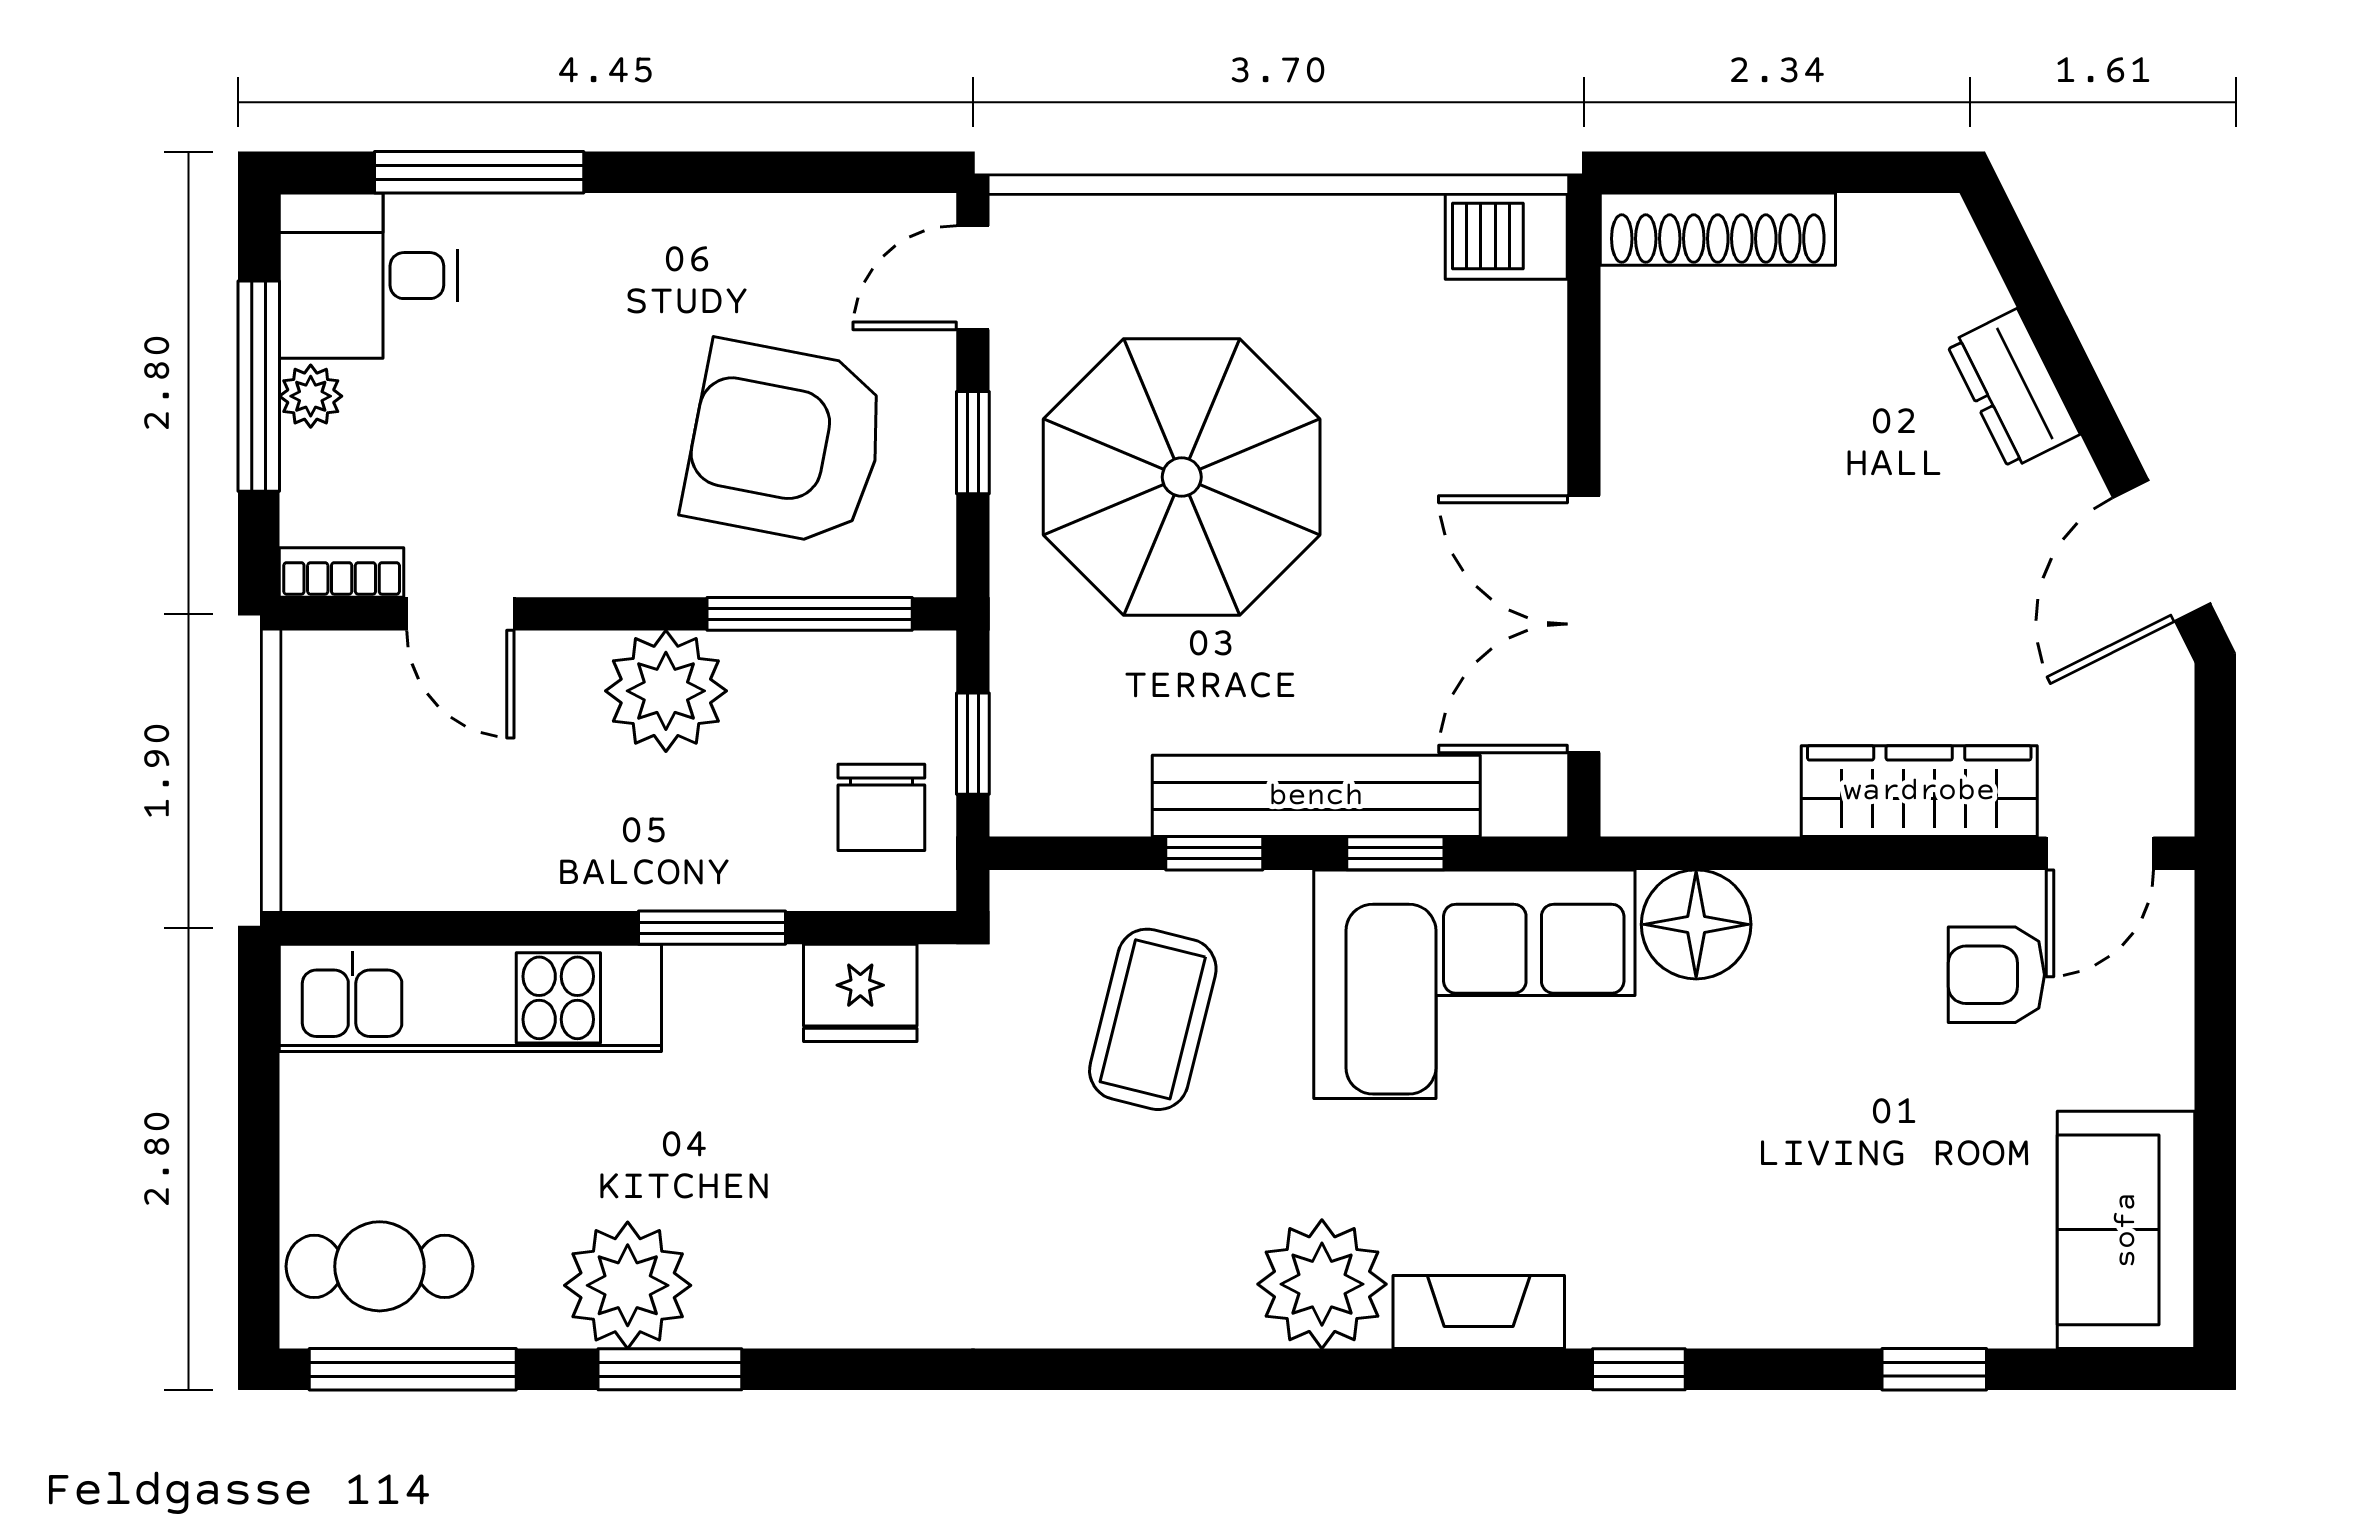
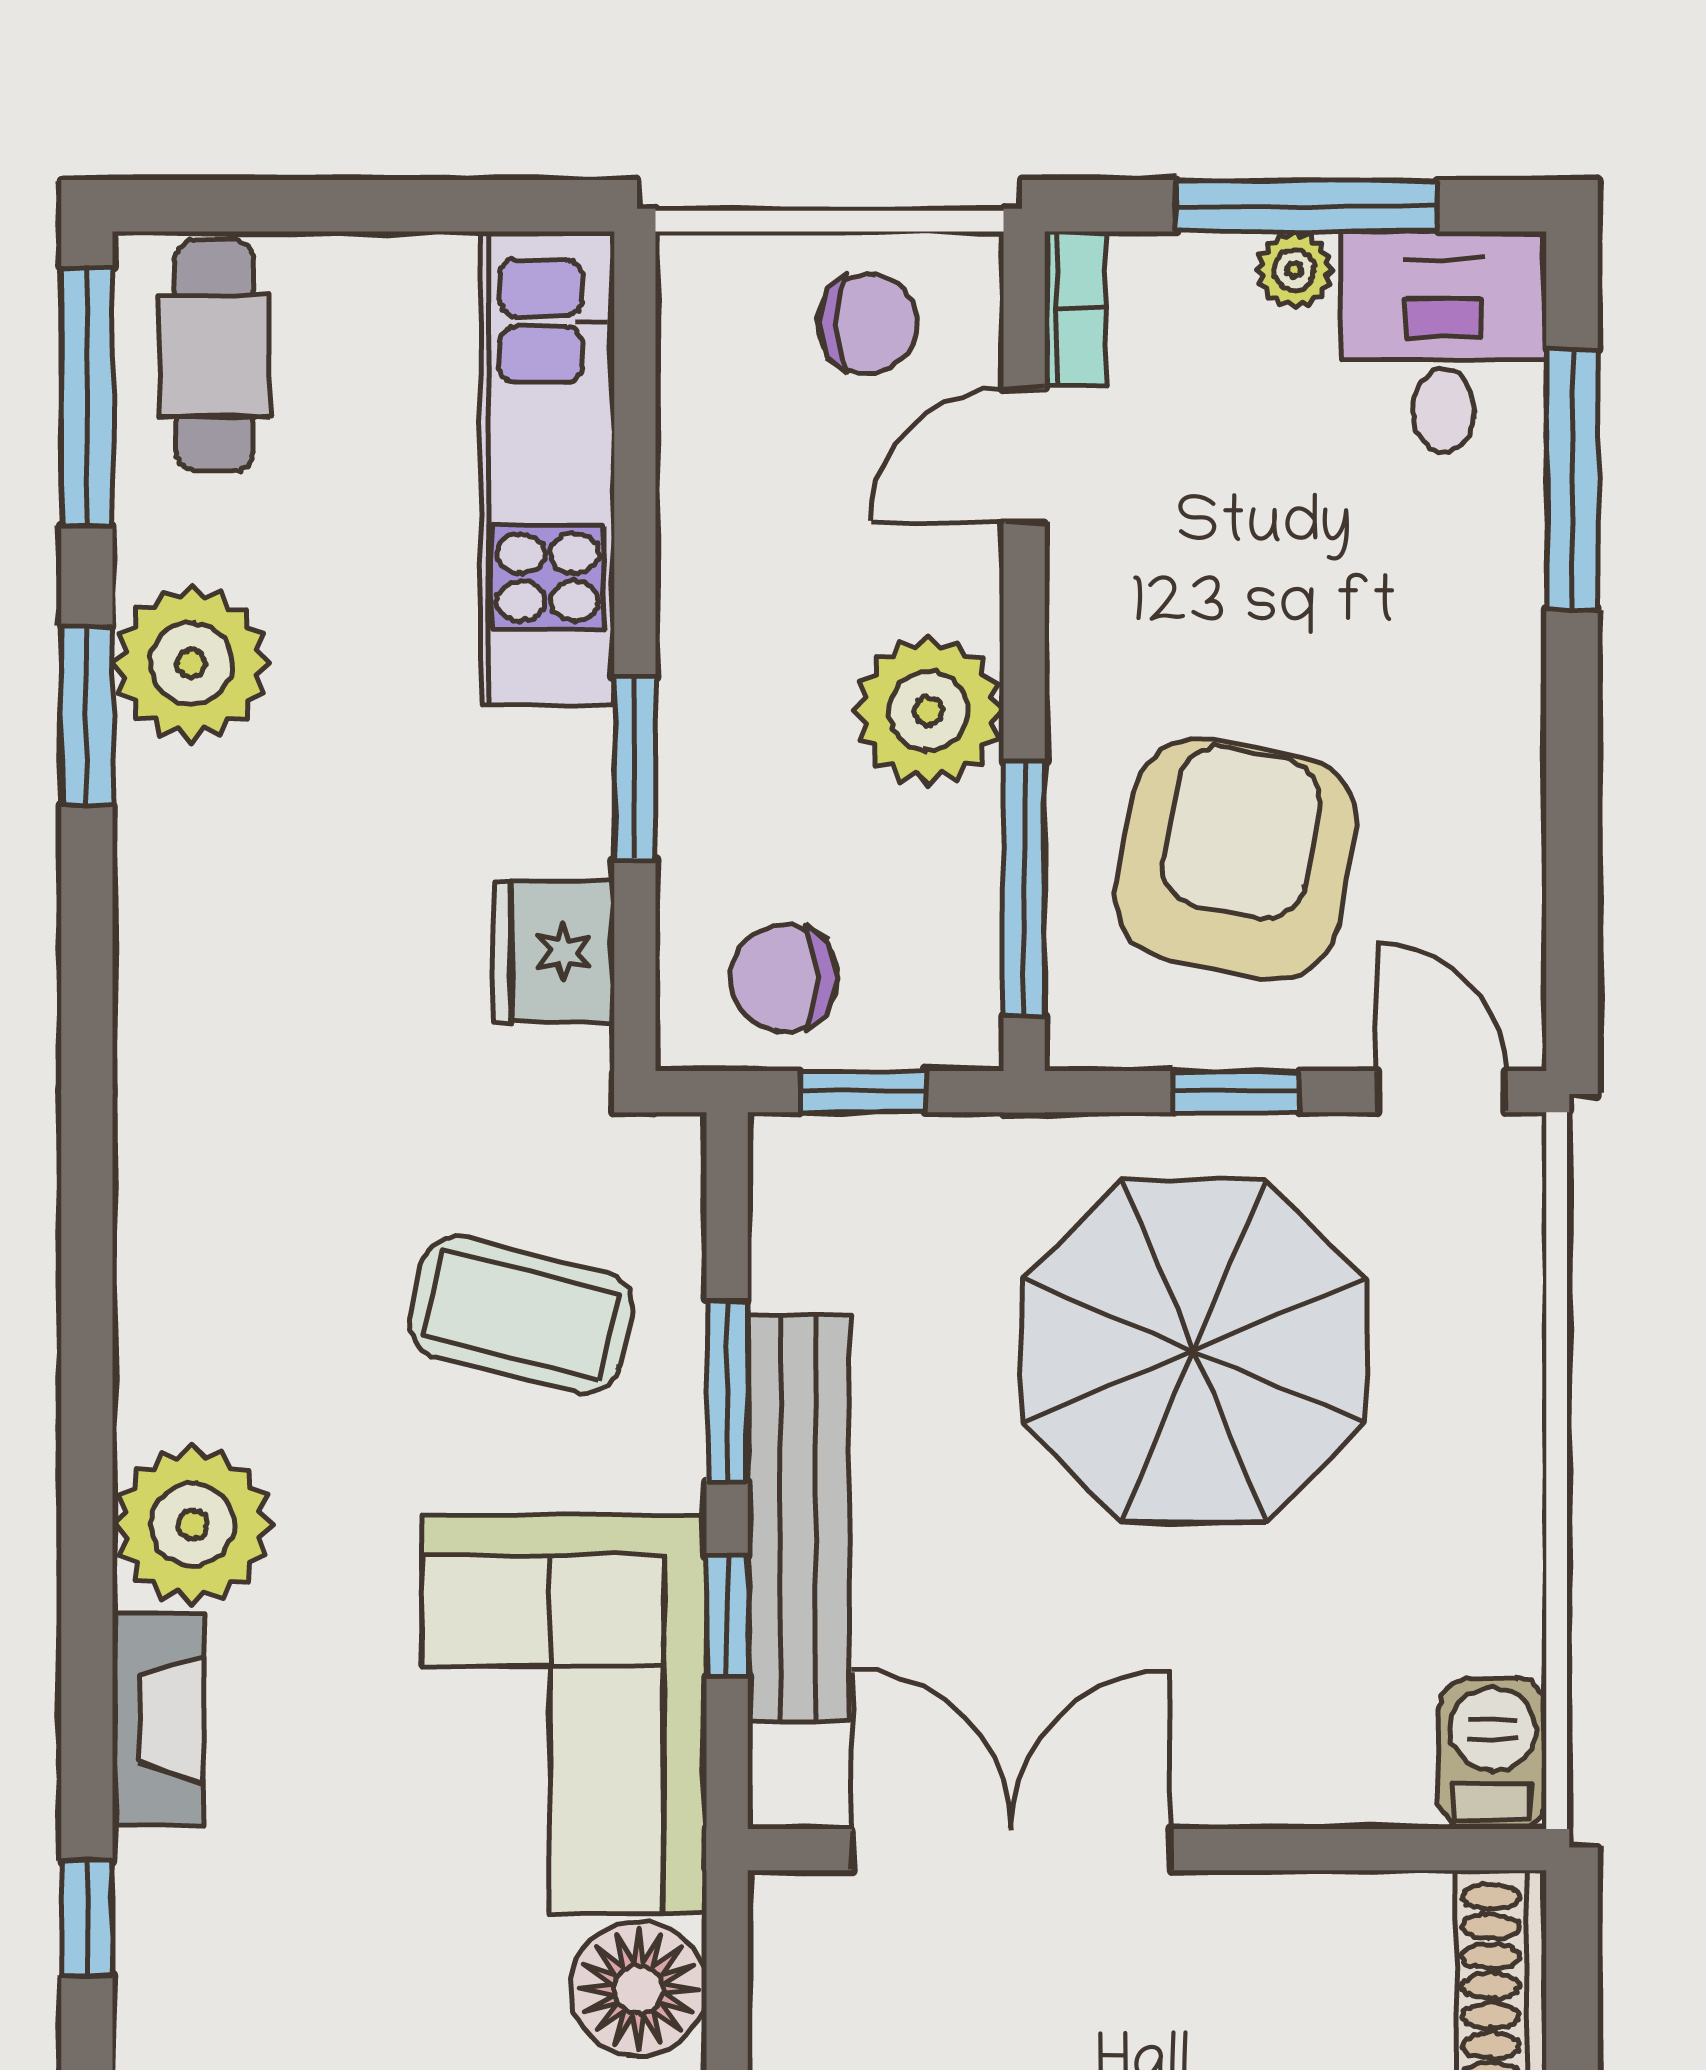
chair: (354, 740) -> (867, 324), added
window: (1214, 853) -> (727, 1391), width x1.50

